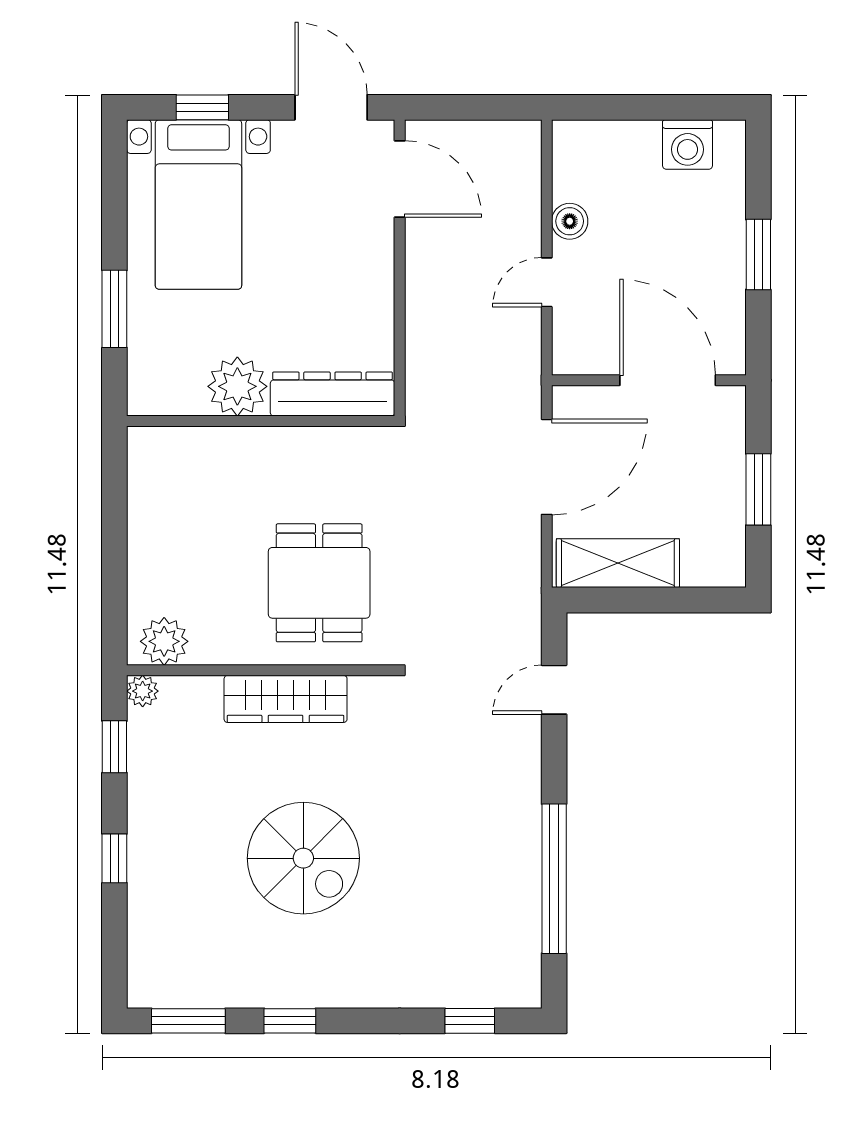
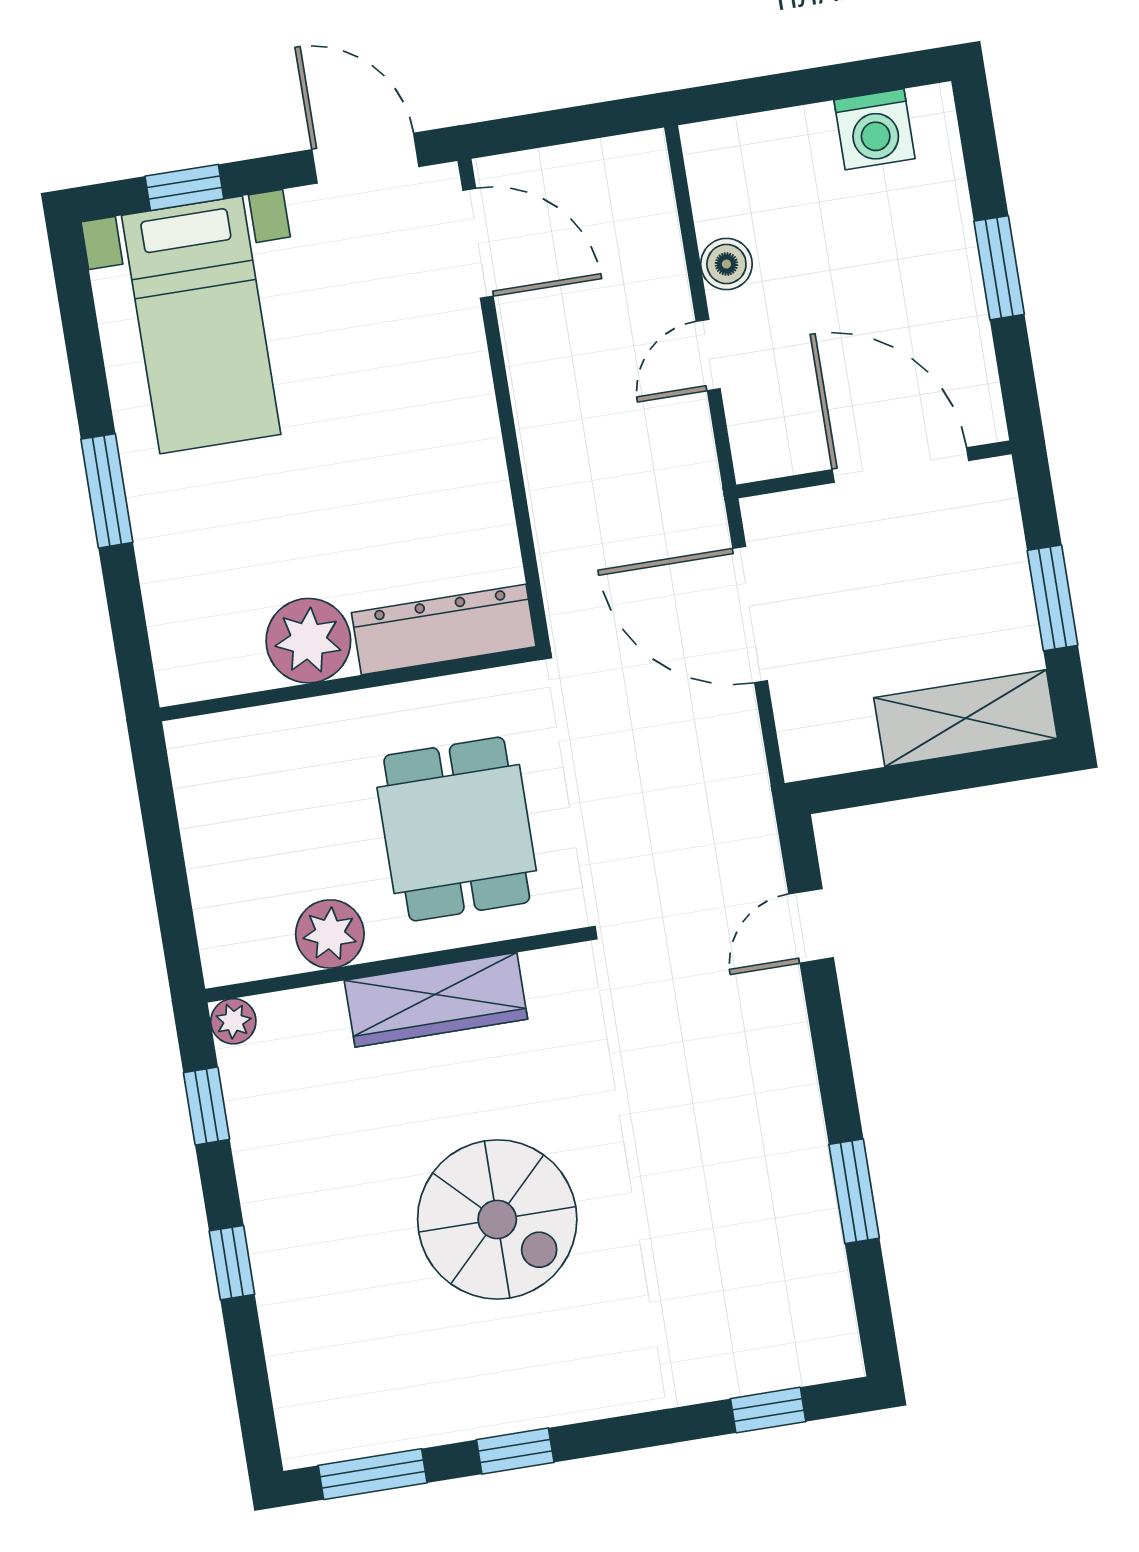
plant: (237, 386) -> (308, 641), moved
dresser: (333, 394) -> (444, 630), moved
wall: (261, 421) -> (349, 684), moved
door: (547, 467) -> (750, 614), swing flipped
shelving: (618, 563) -> (966, 718), moved
plant: (164, 641) -> (330, 934), moved
window: (554, 879) -> (854, 1191), width x0.47

